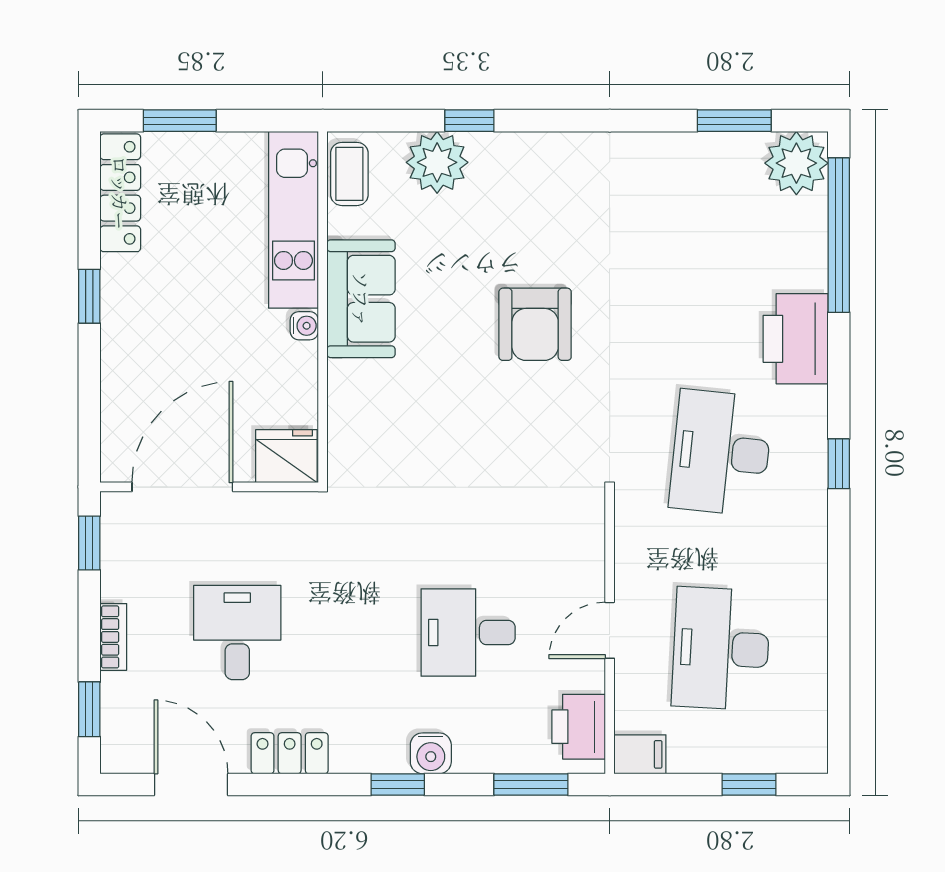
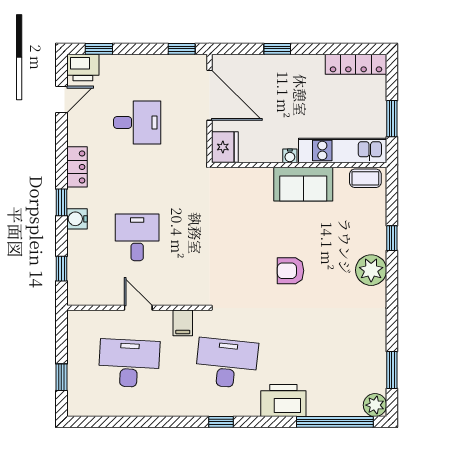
window: (180, 121) -> (392, 119), moved
plant: (437, 162) -> (371, 270), moved
plant: (796, 163) -> (375, 405), width x0.73, depth x0.73
window: (89, 296) -> (277, 49), moved
armchair: (535, 324) -> (291, 271), width x0.72, depth x0.72
bookcase: (113, 637) -> (135, 61), removed
printer: (579, 727) -> (83, 67), moved, turned 180
locker: (290, 753) -> (77, 167), moved
filing cabinet: (640, 754) -> (183, 323), moved
door: (191, 785) -> (61, 99), width x0.73
window: (531, 785) -> (61, 269), width x0.67

